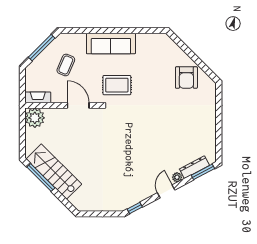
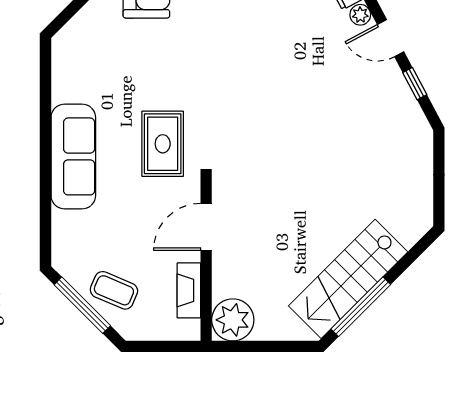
coffee table: (66, 65) -> (114, 290), moved
fireplace: (38, 97) -> (189, 290), moved
window: (135, 208) -> (415, 84), moved

